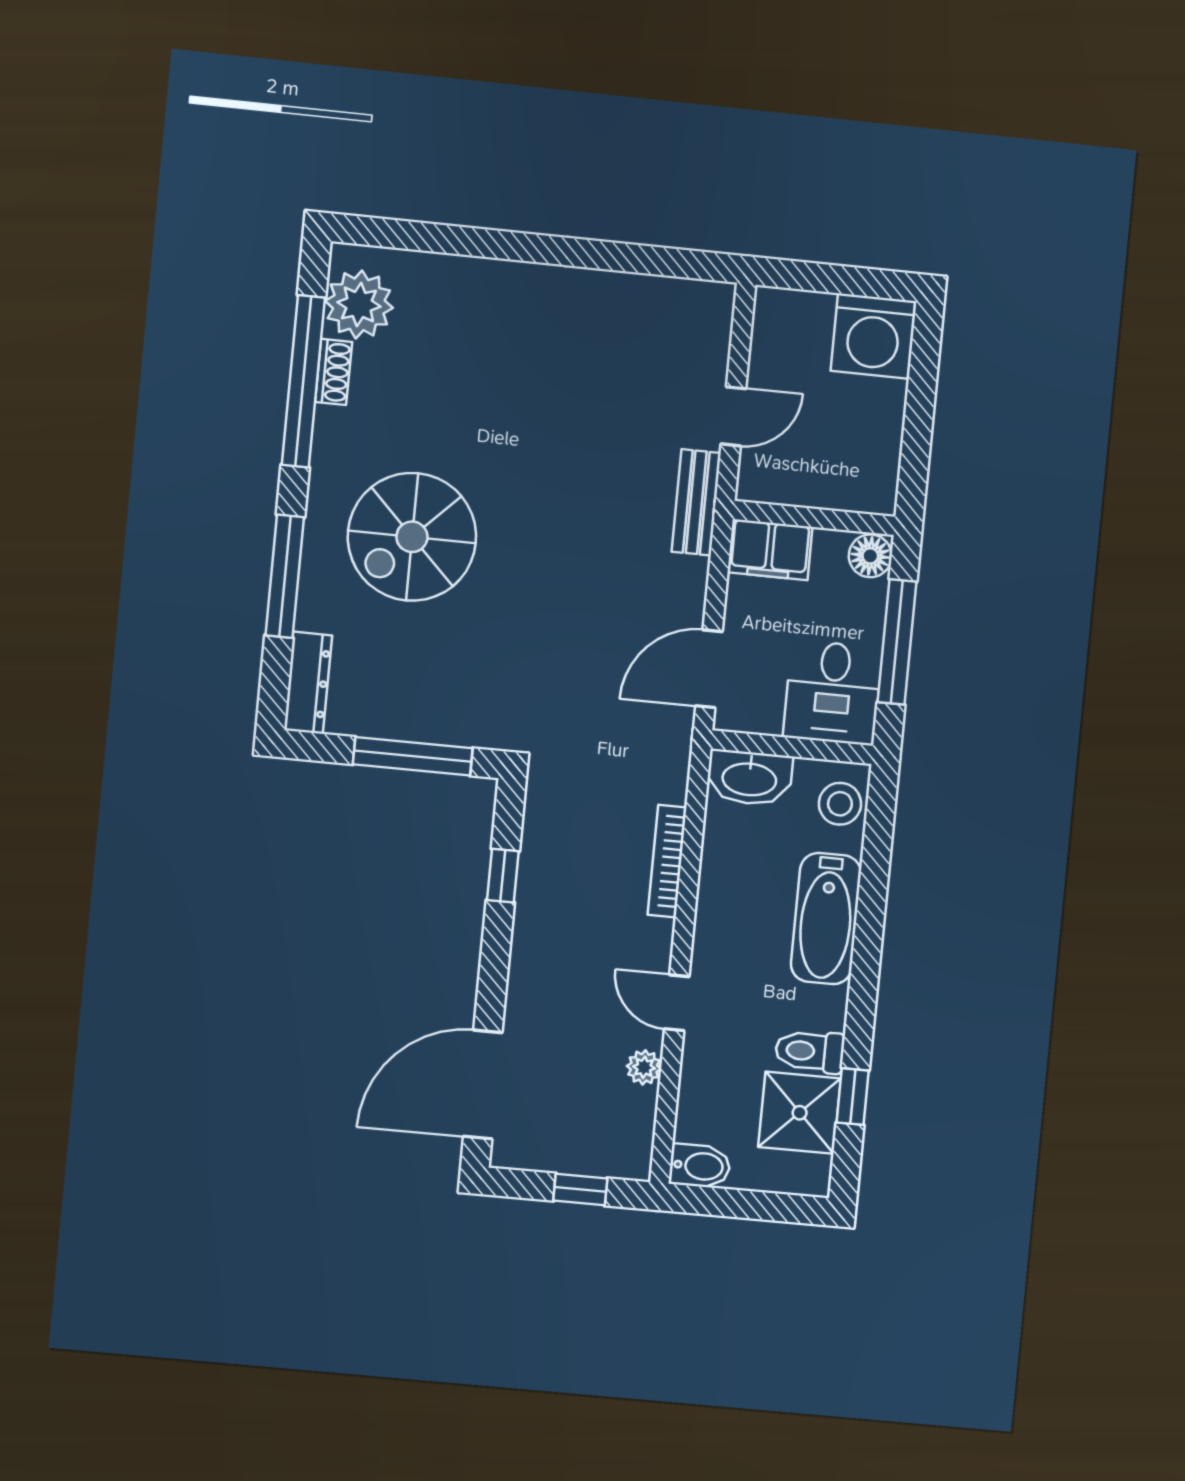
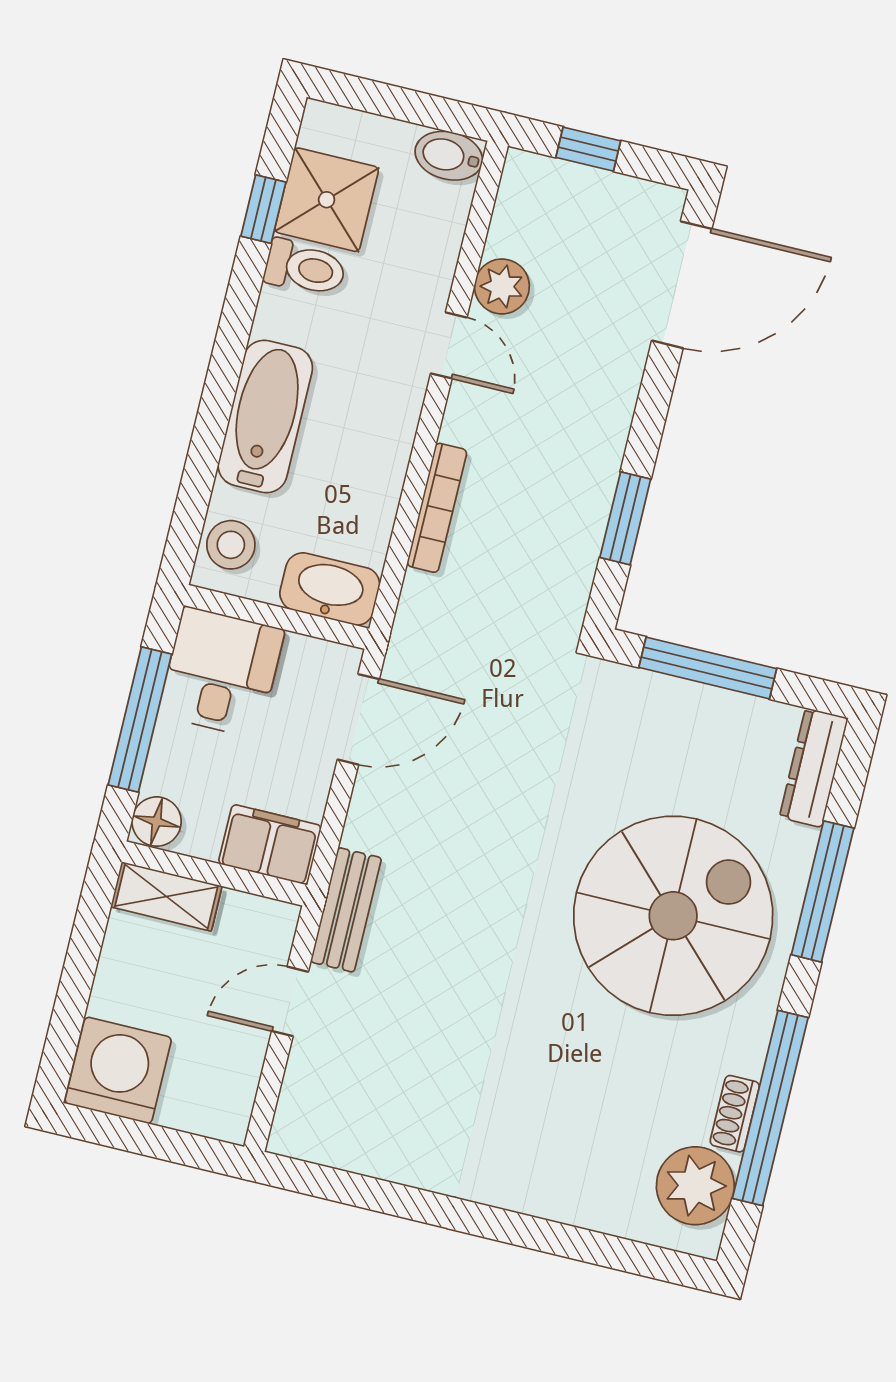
shelving: (853, 492) -> (166, 896), added
spiral stairs: (412, 537) -> (673, 916), width x1.37, depth x1.37
window: (503, 876) -> (625, 518), width x1.50
plant: (644, 1067) -> (502, 286), width x1.38, depth x1.38

